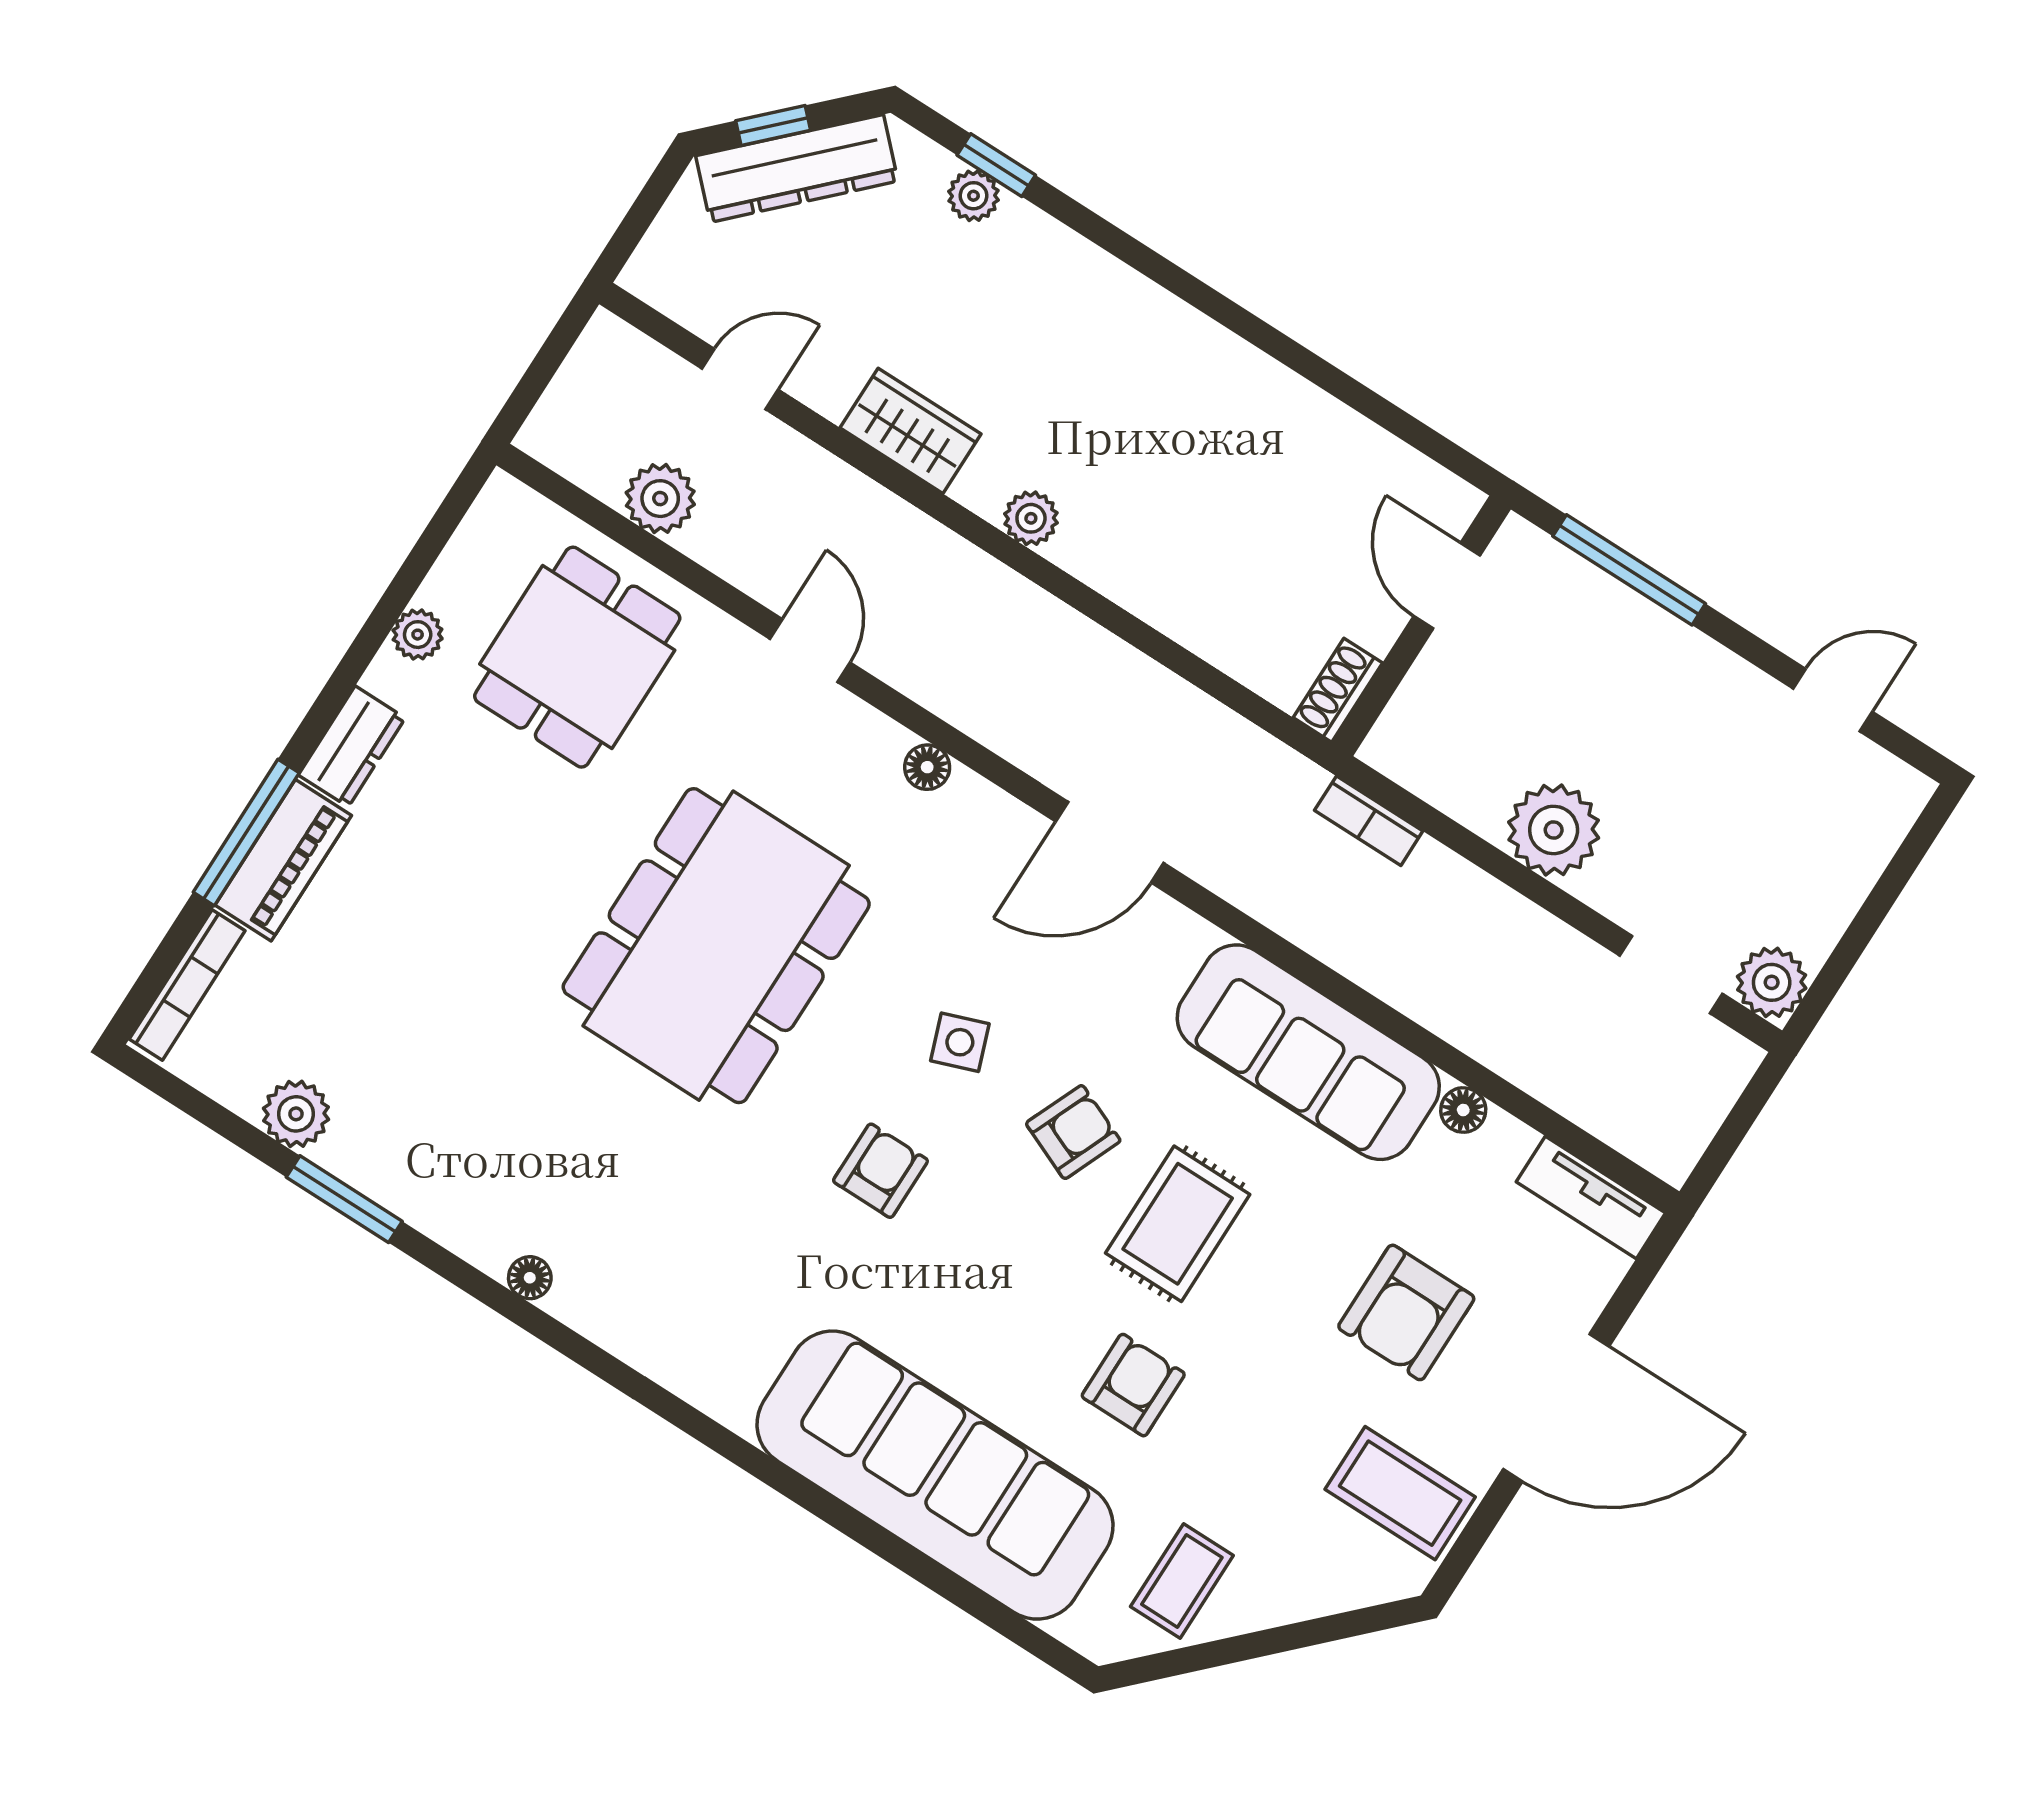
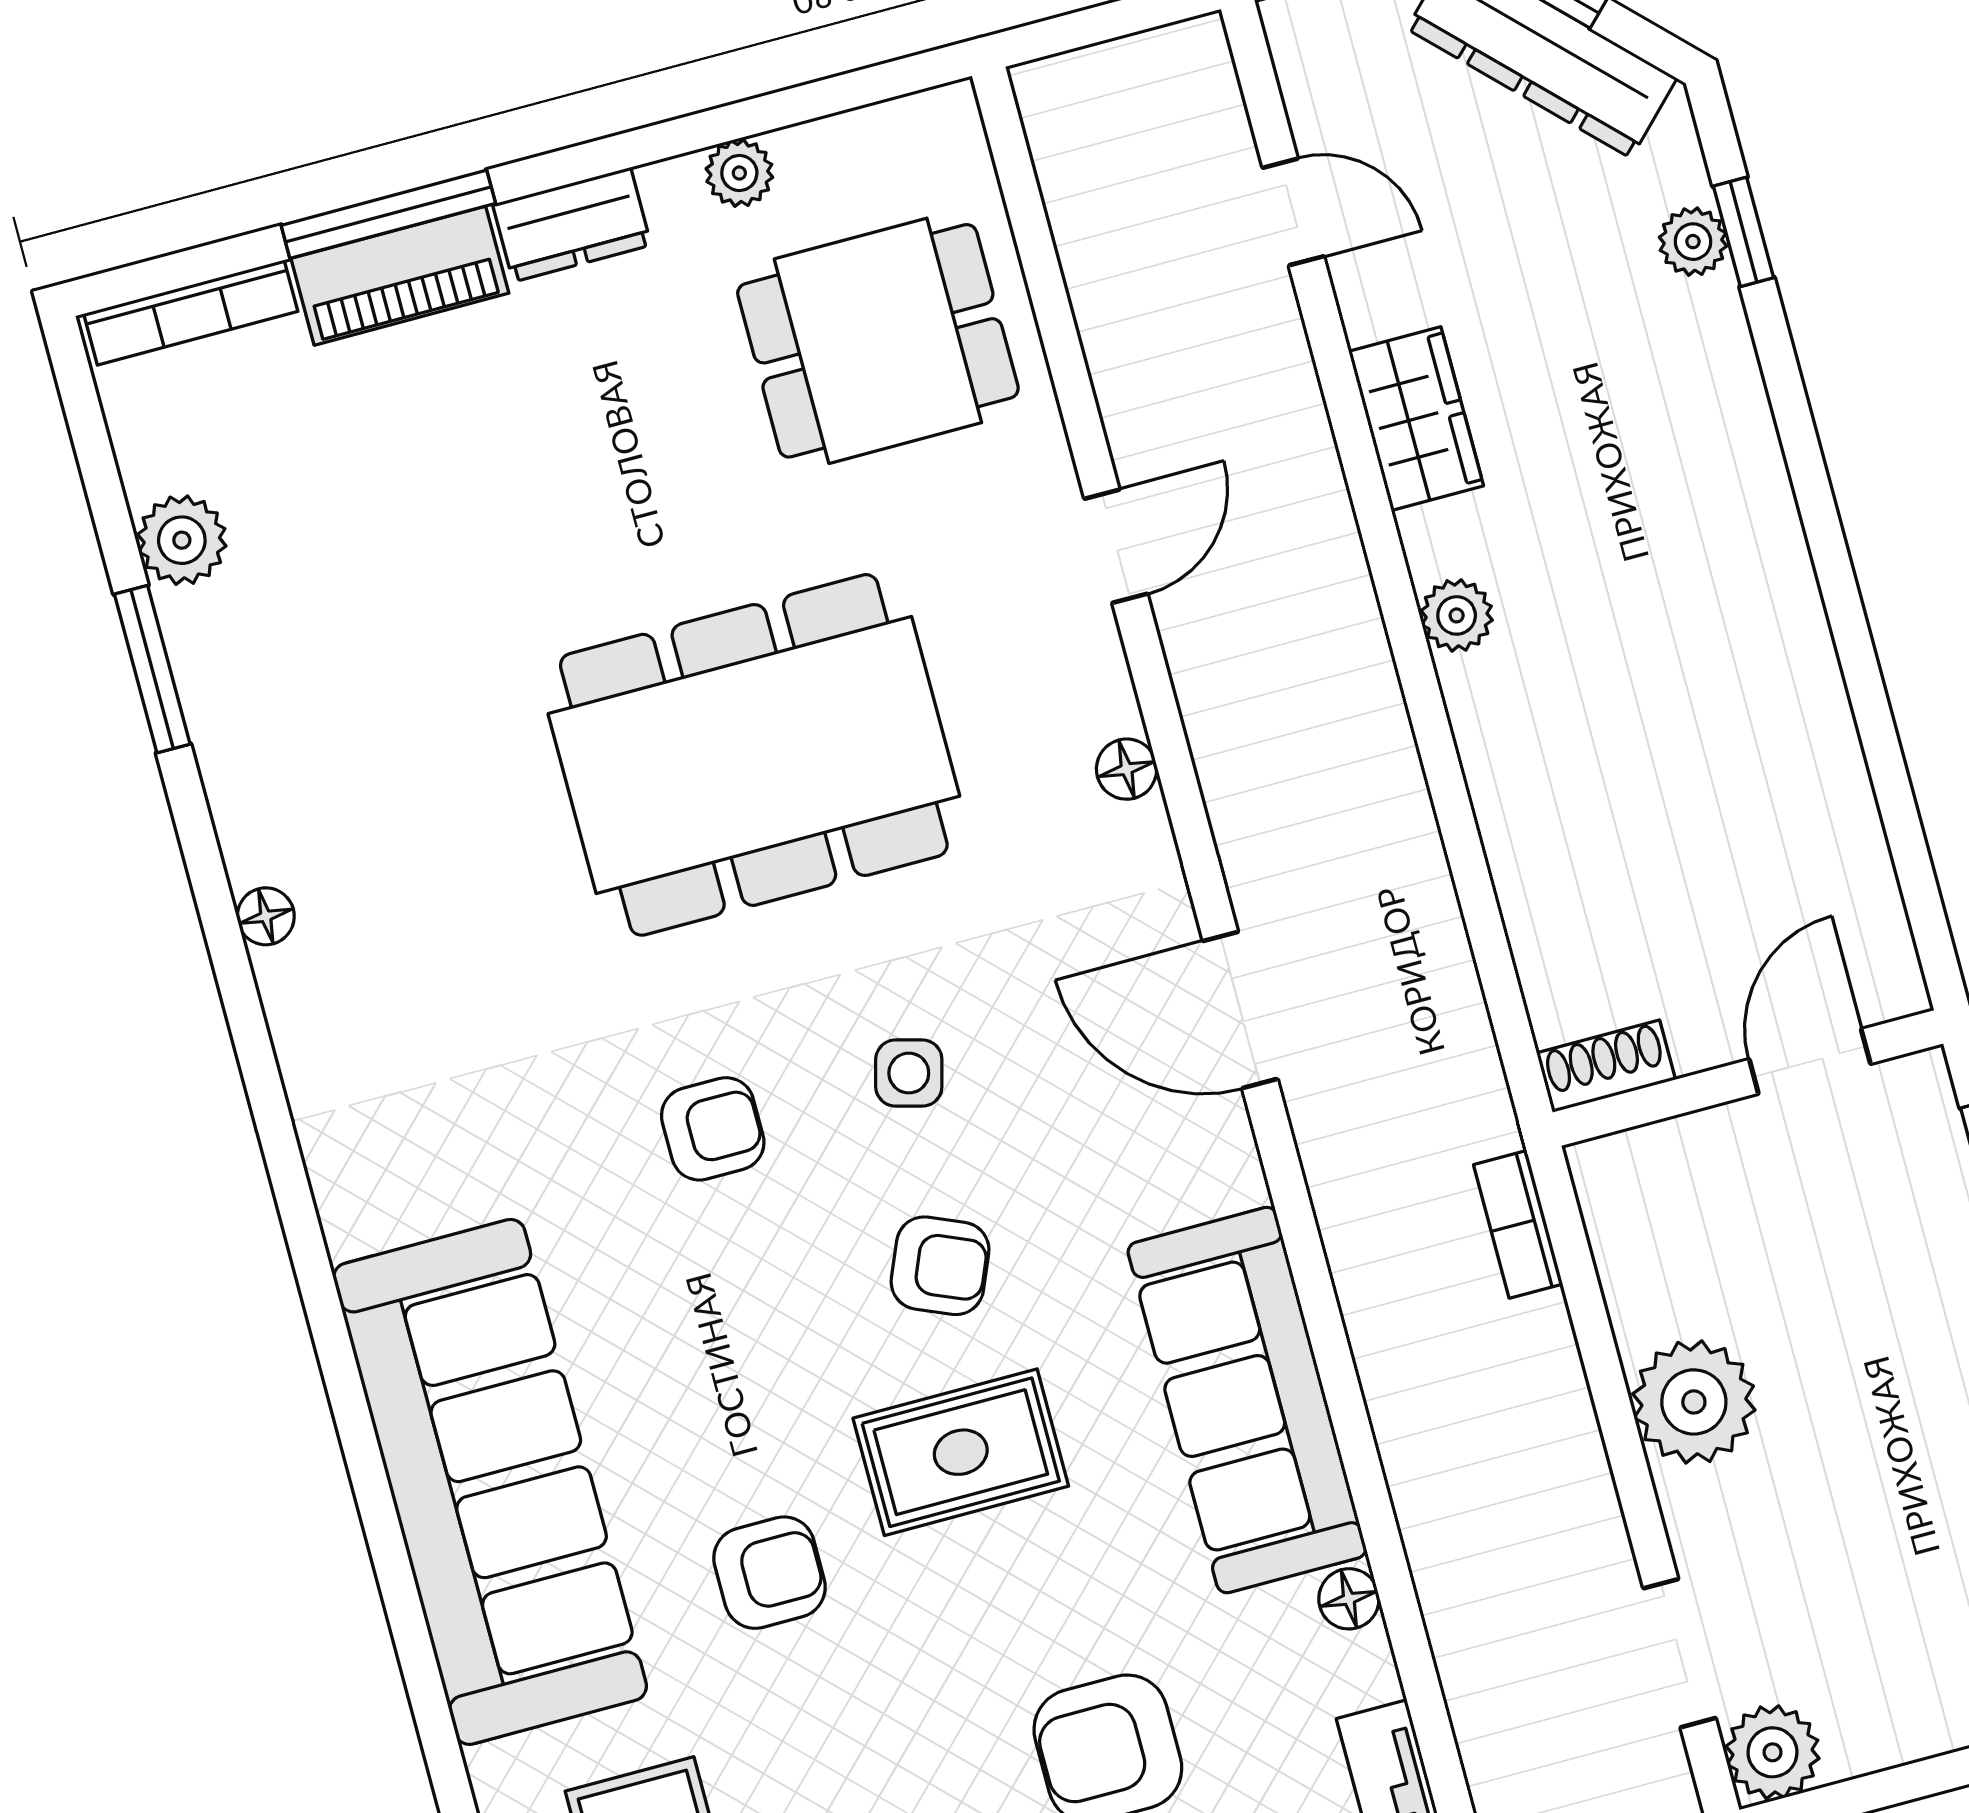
plant: (660, 499) -> (1105, 258), removed
side table: (960, 1042) -> (909, 1073), turned 35

